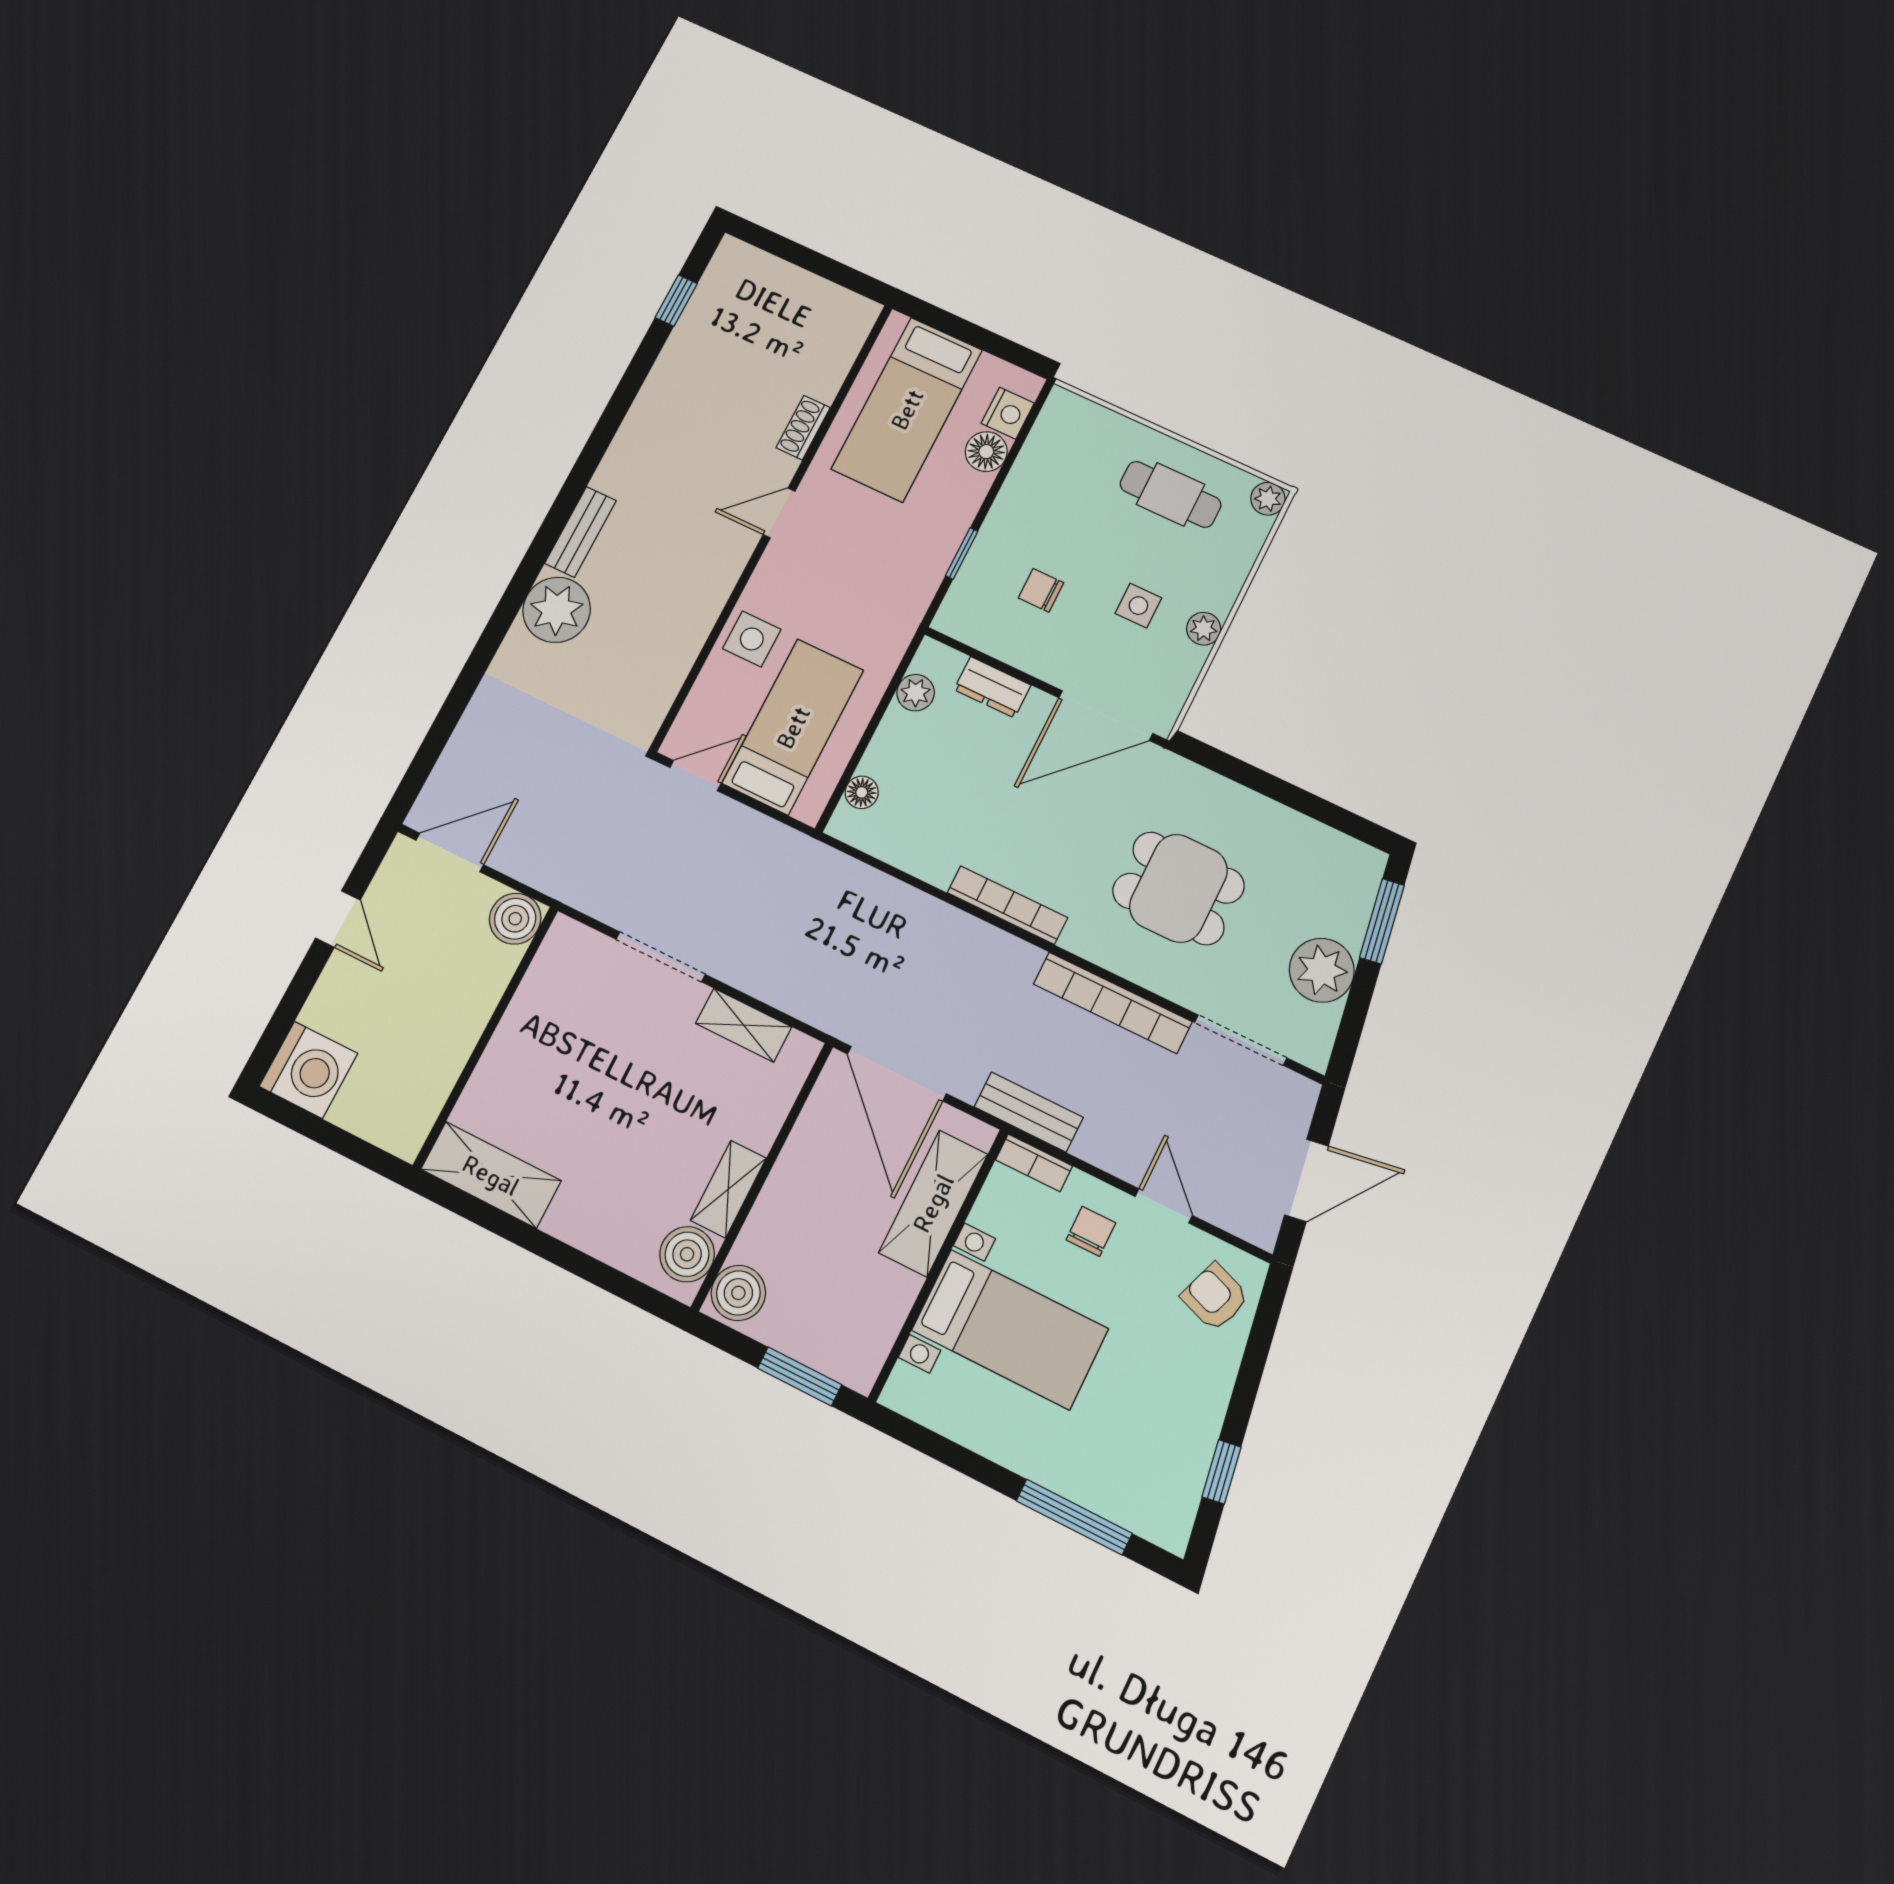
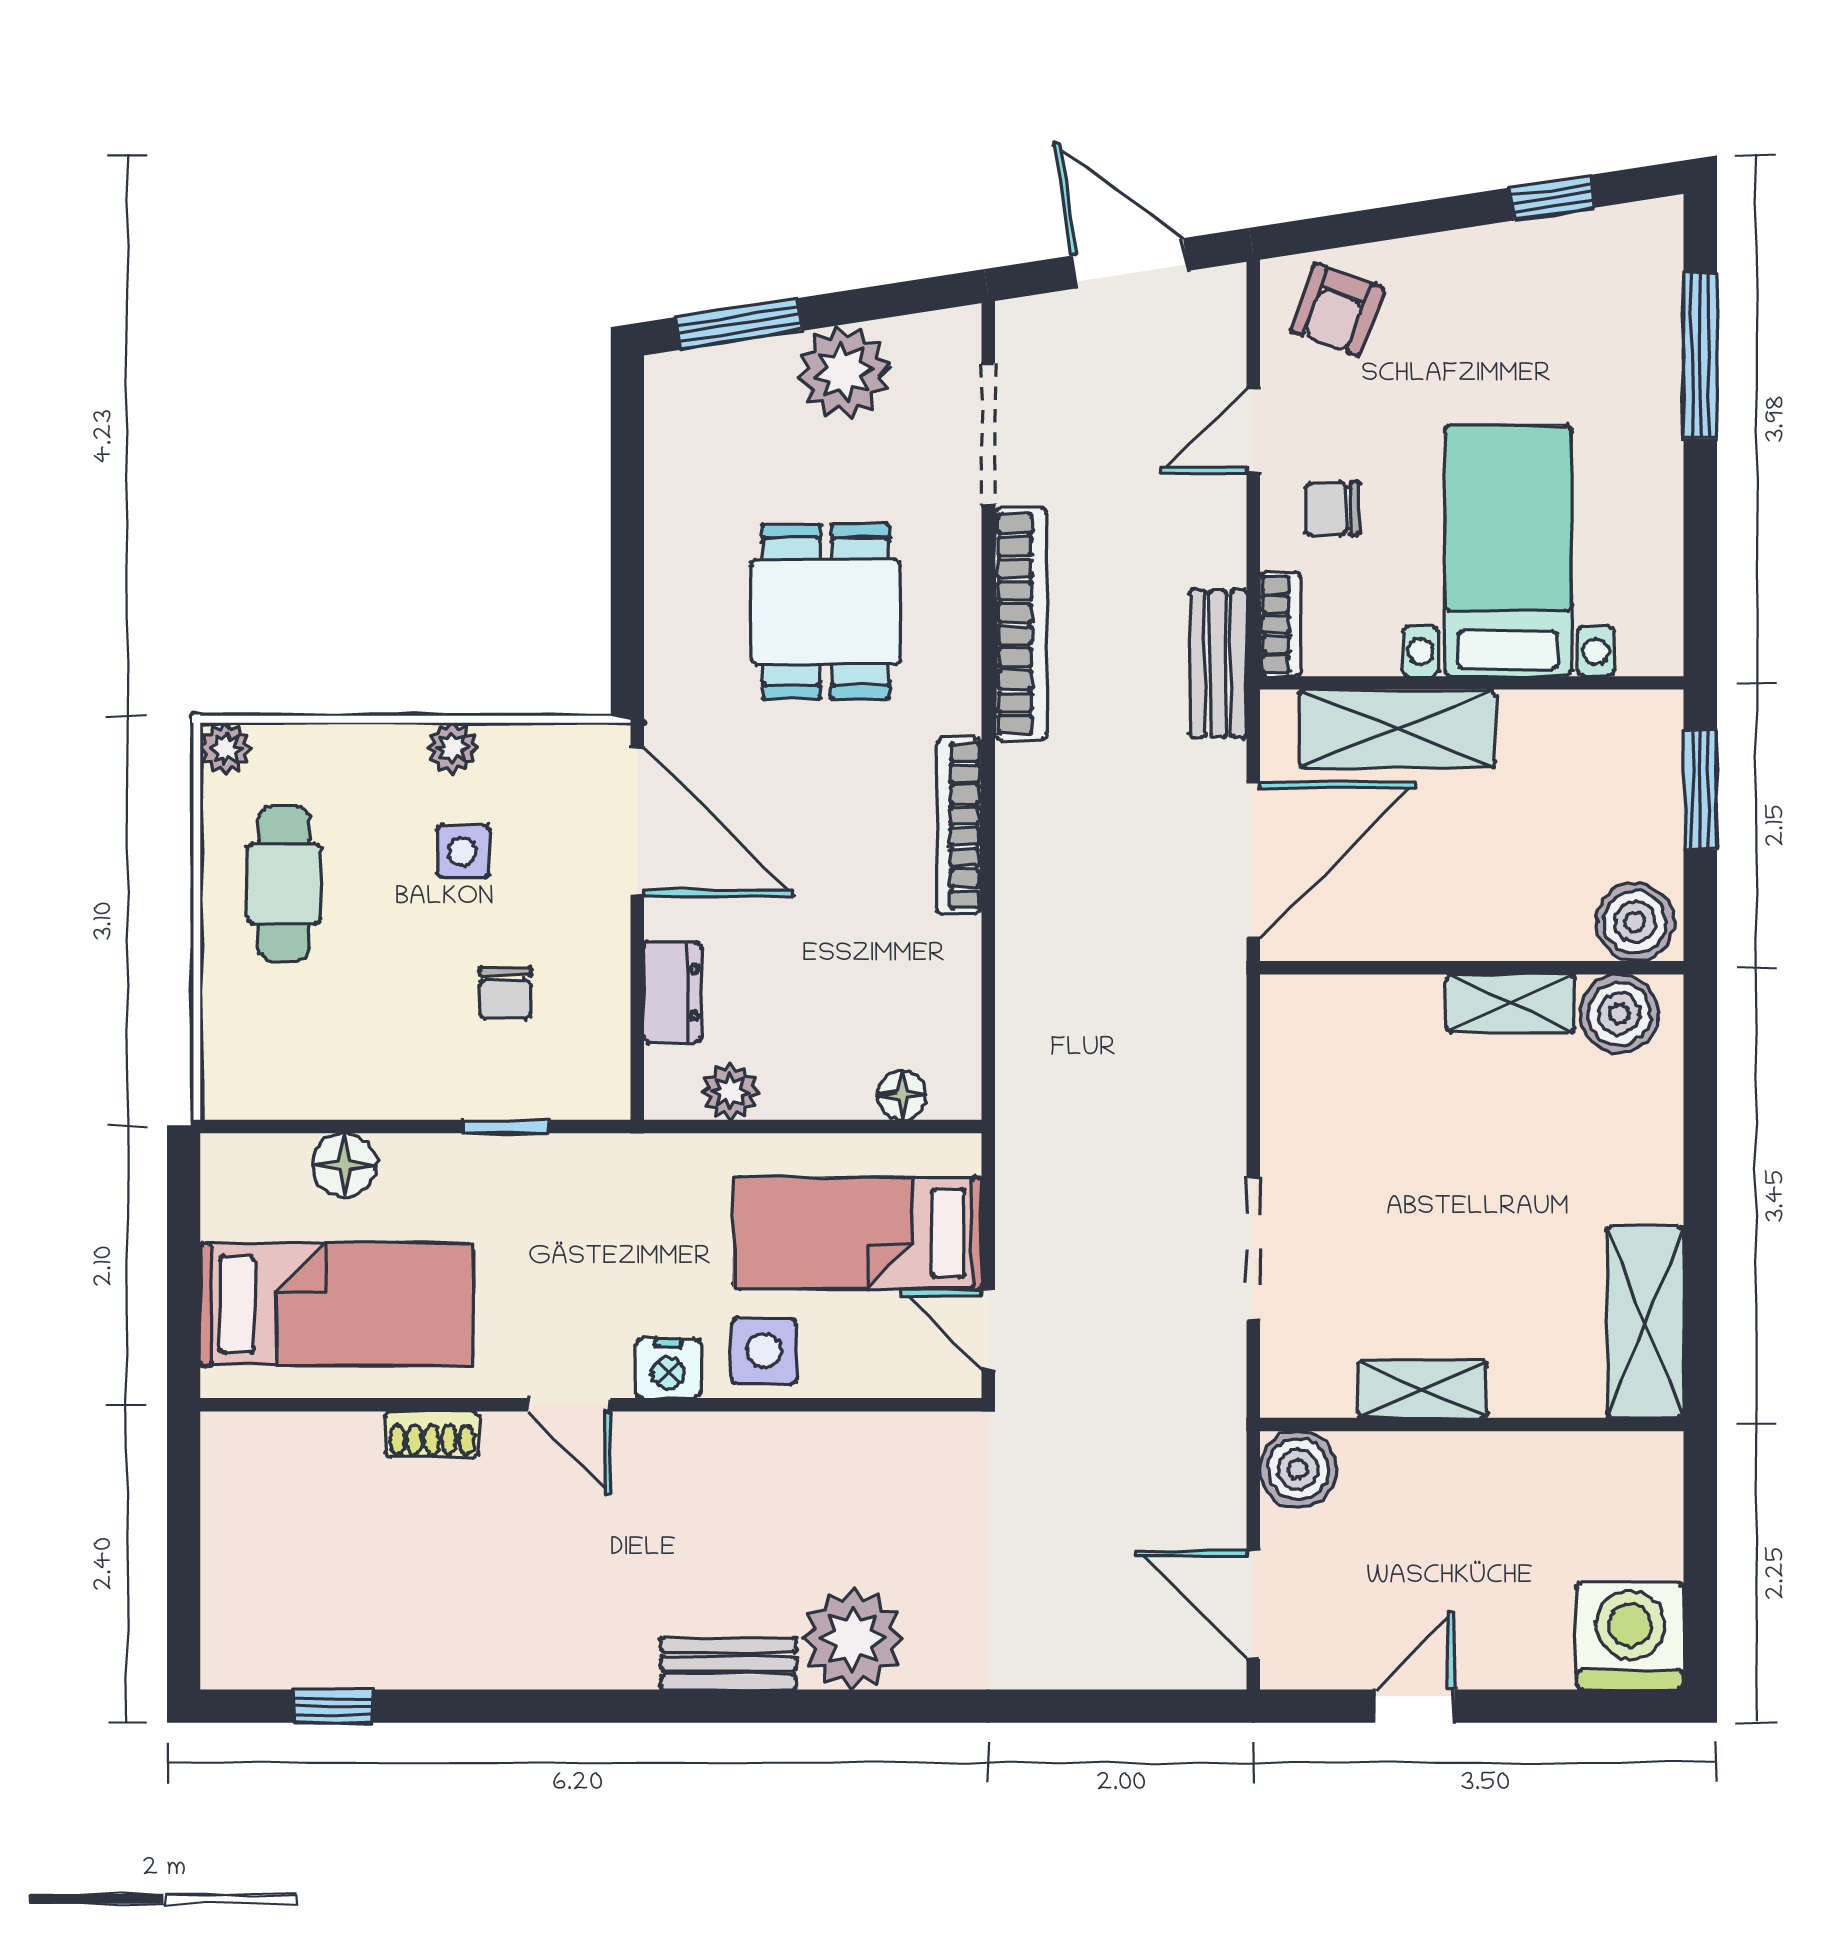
nightstand: (1008, 413) -> (668, 1368), moved, turned 180
shelving: (744, 1025) -> (1423, 1389), moved, turned 90

